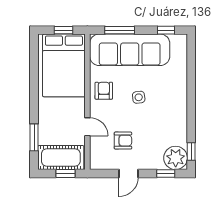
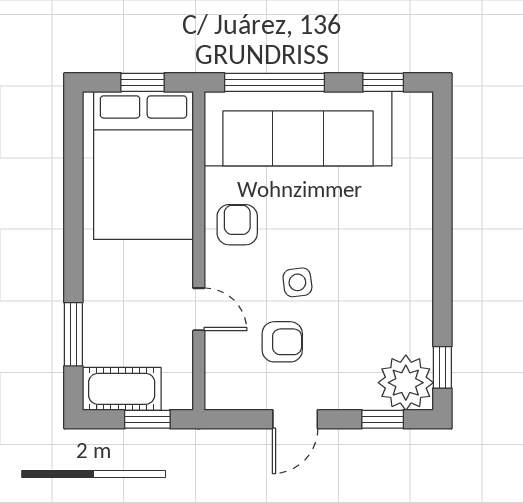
window: (120, 30) -> (274, 82), width x1.44
side table: (139, 97) -> (297, 282), moved
cot: (61, 157) -> (122, 389), width x0.73, depth x0.75

